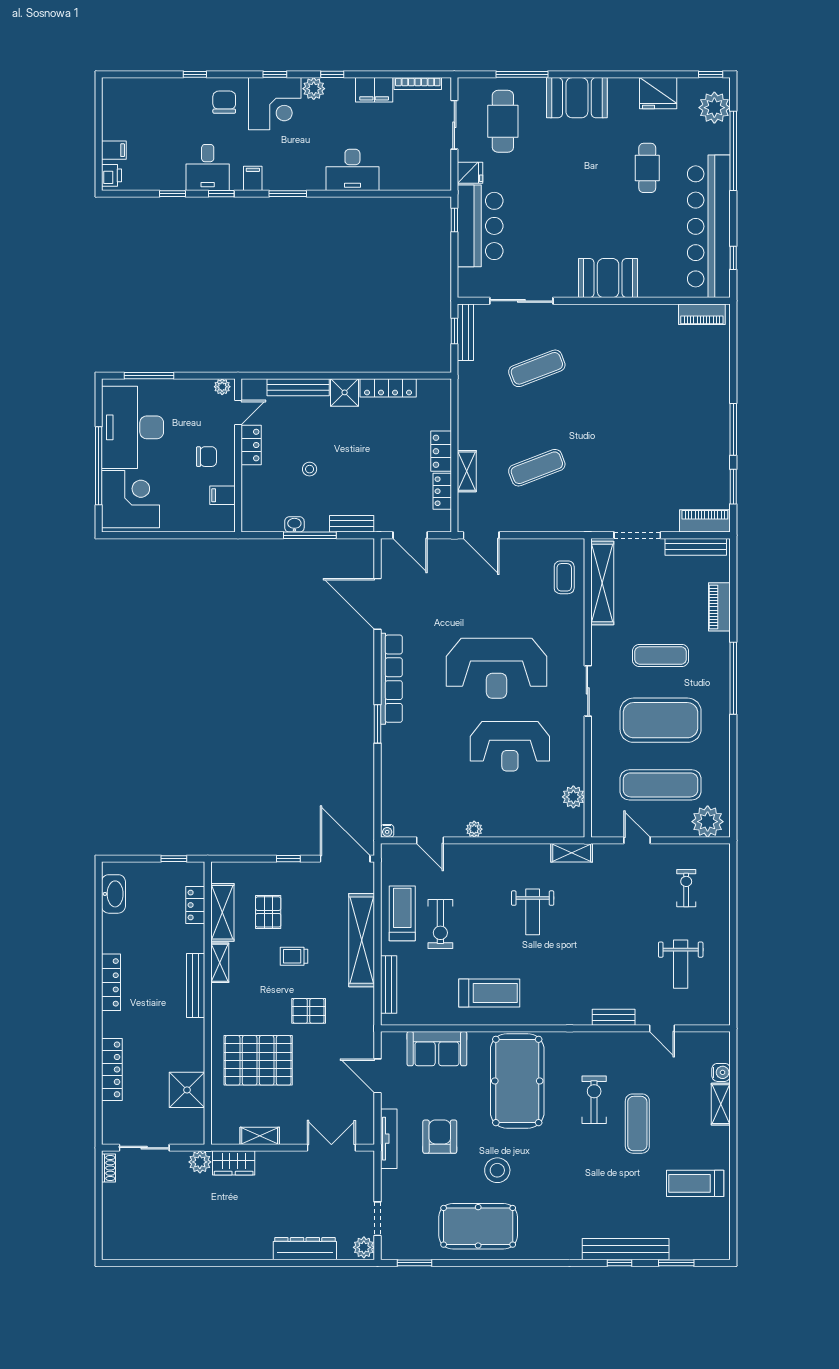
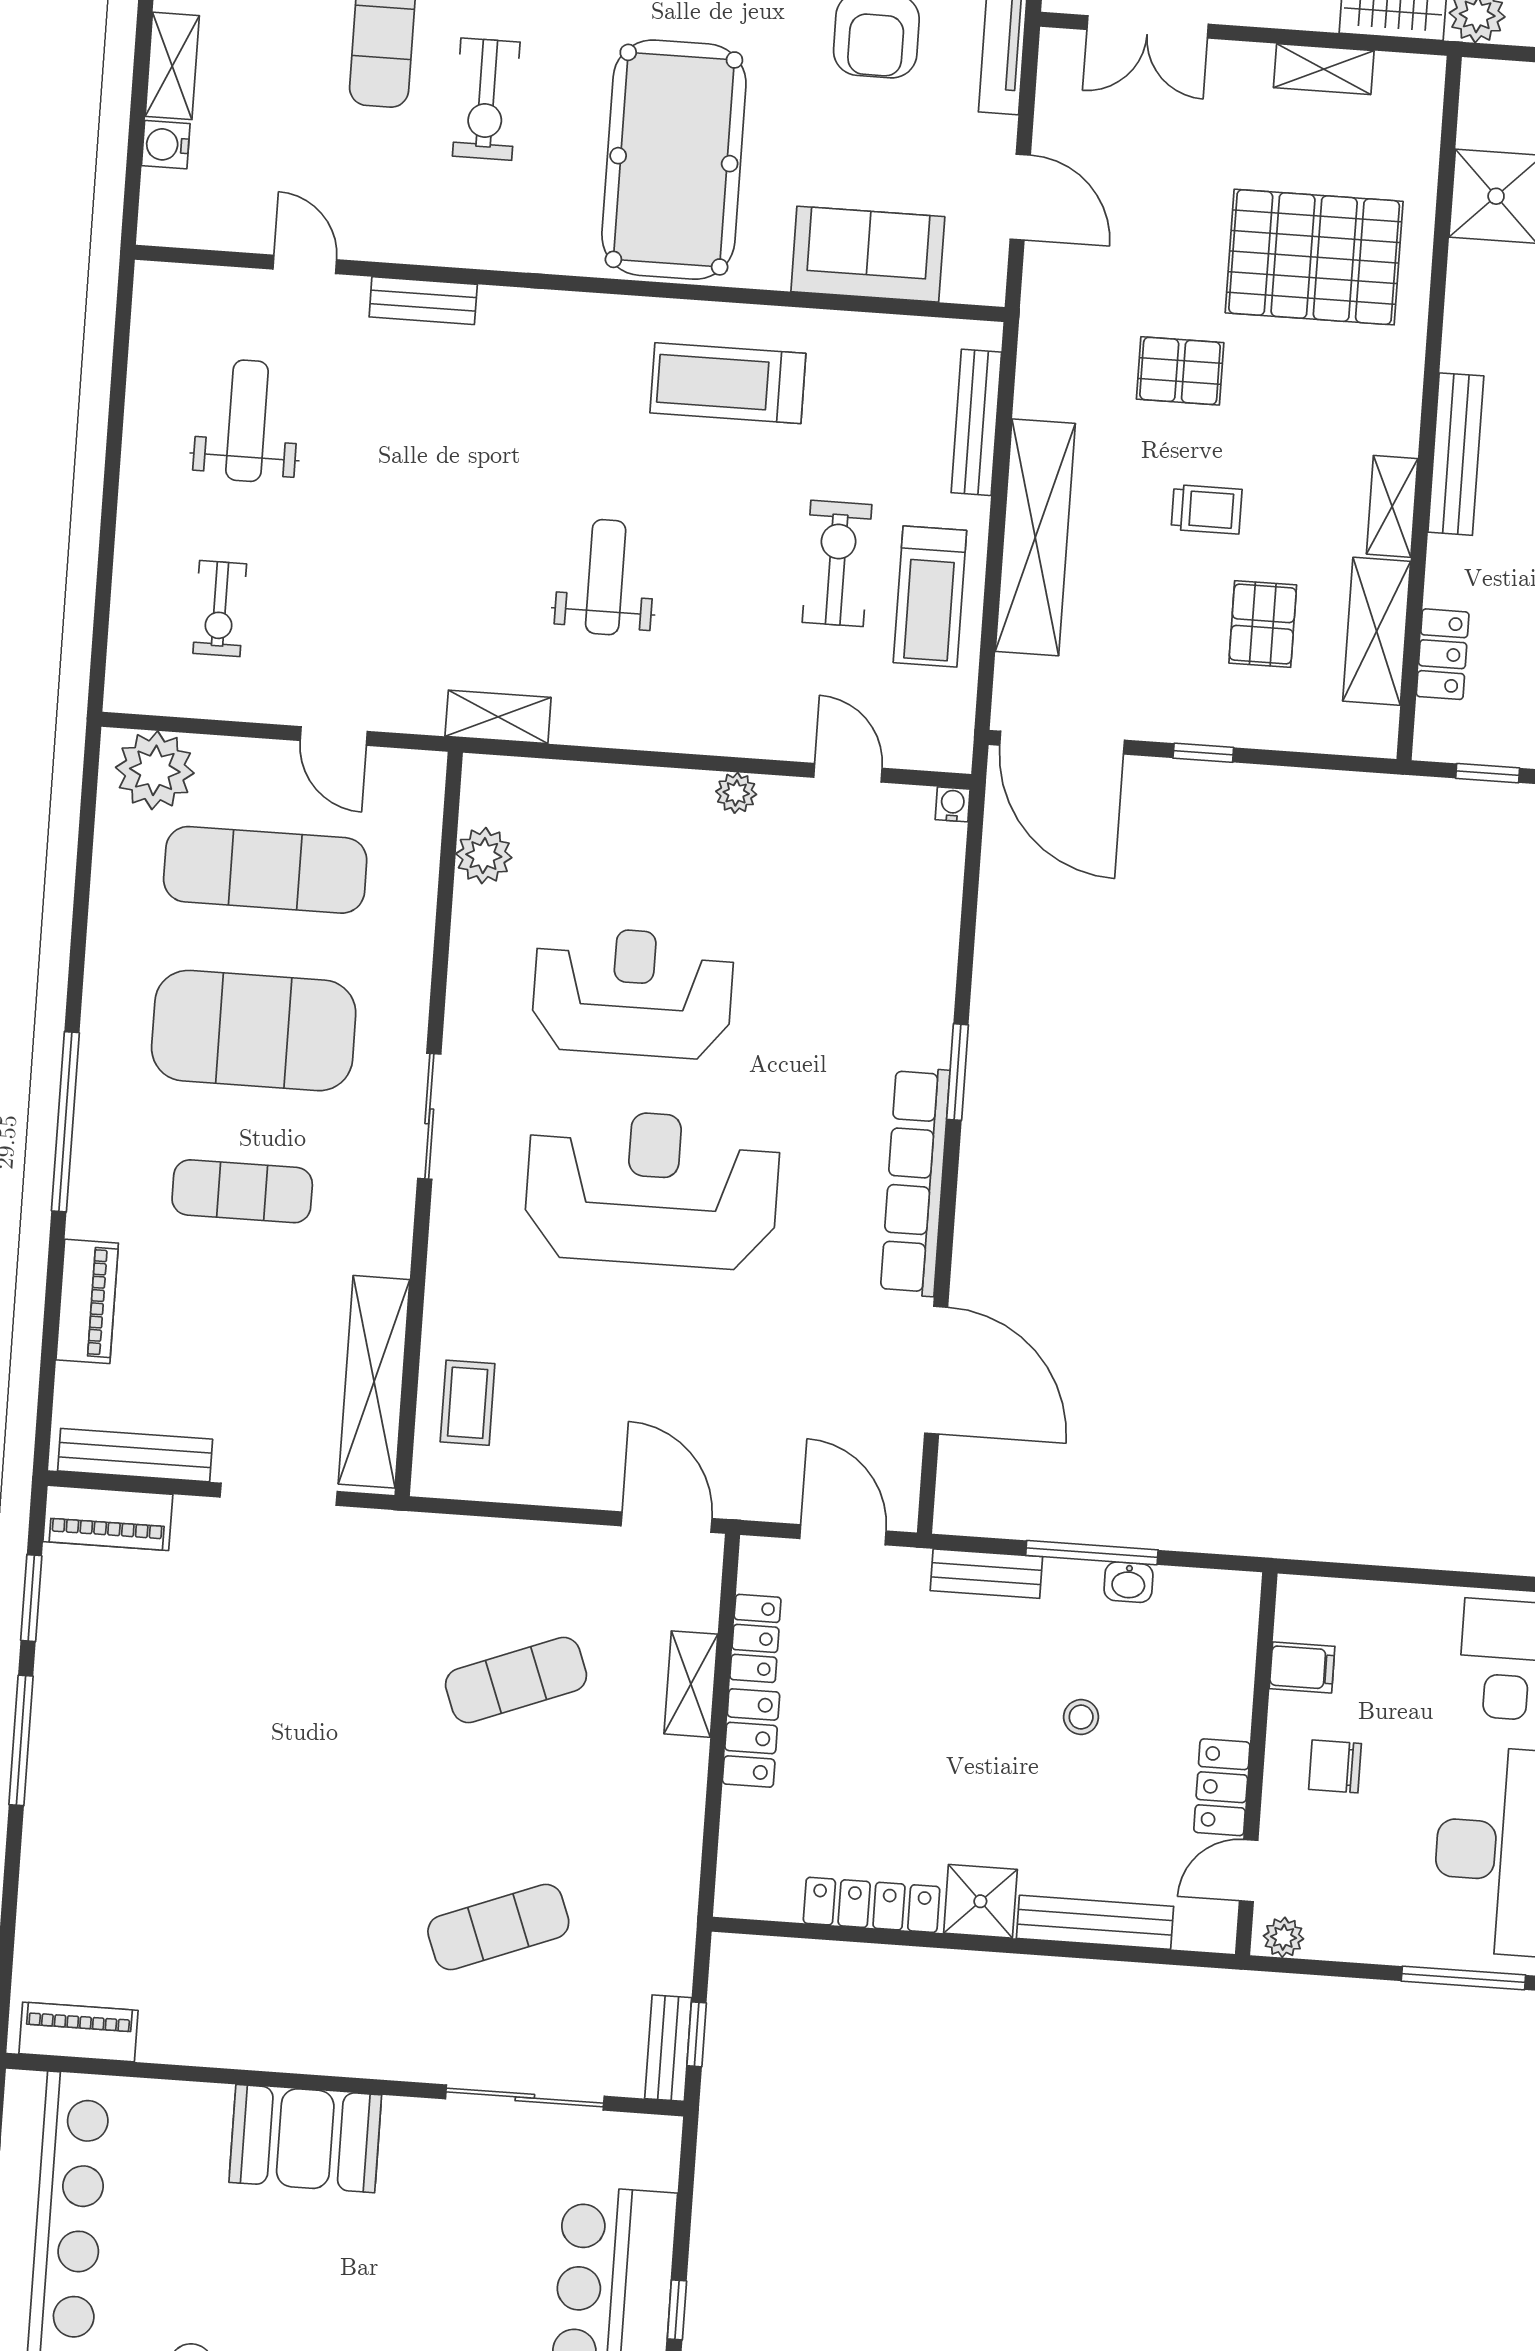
bench: (465, 332) -> (668, 2048), width x0.73

